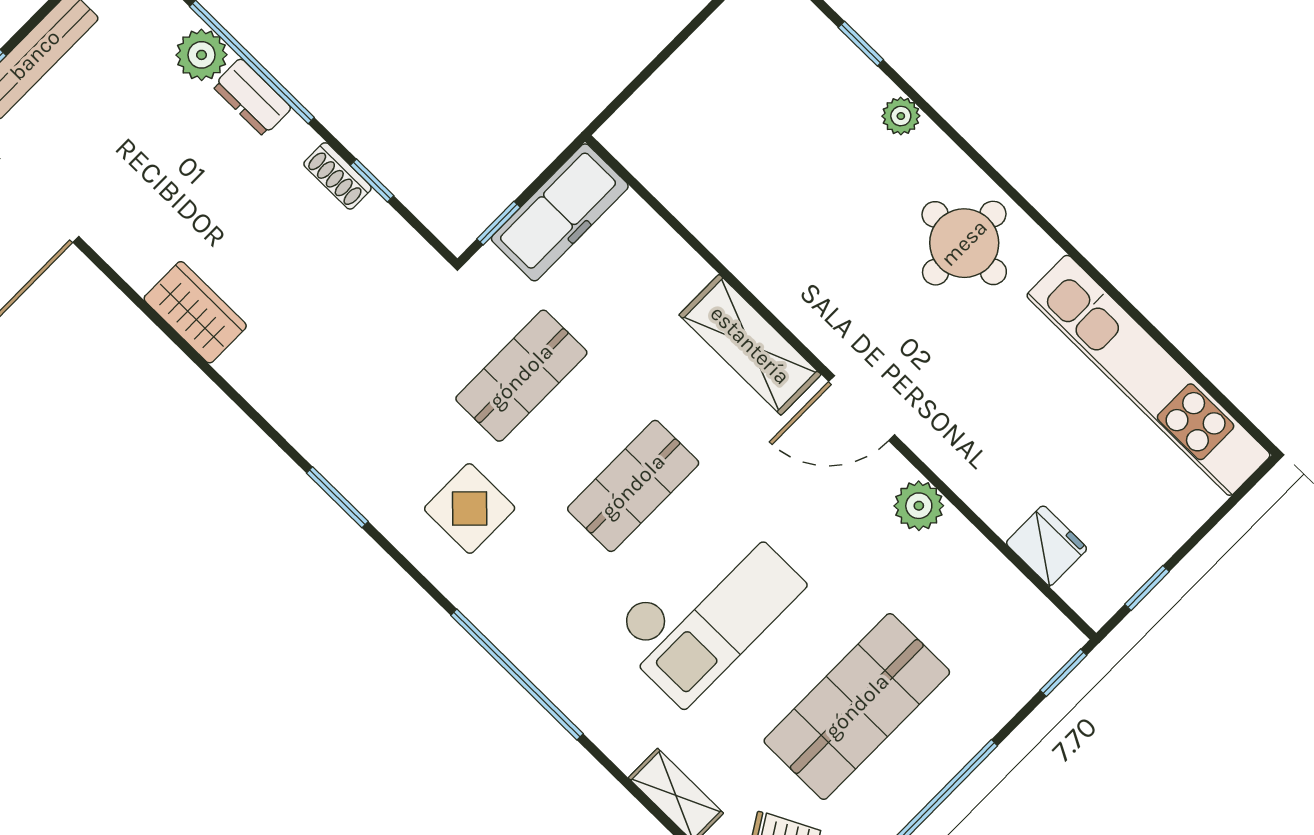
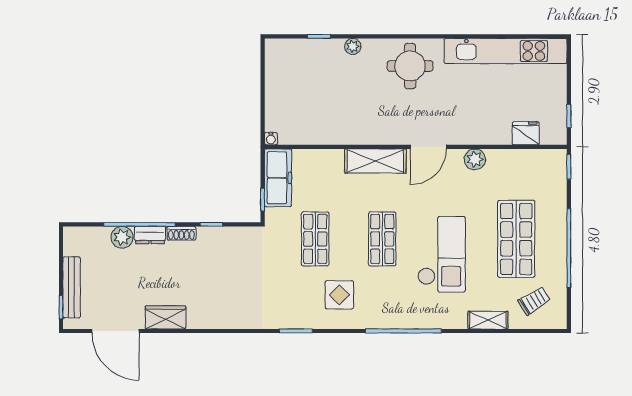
water cooler: (613, 135) -> (271, 139), added
shoe rack: (338, 176) -> (181, 233), moved
wardrobe: (195, 312) -> (165, 317), moved

